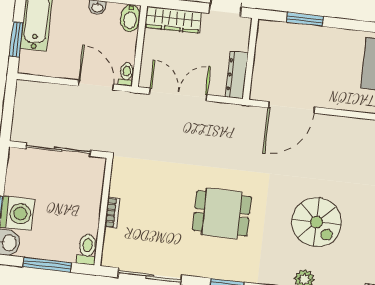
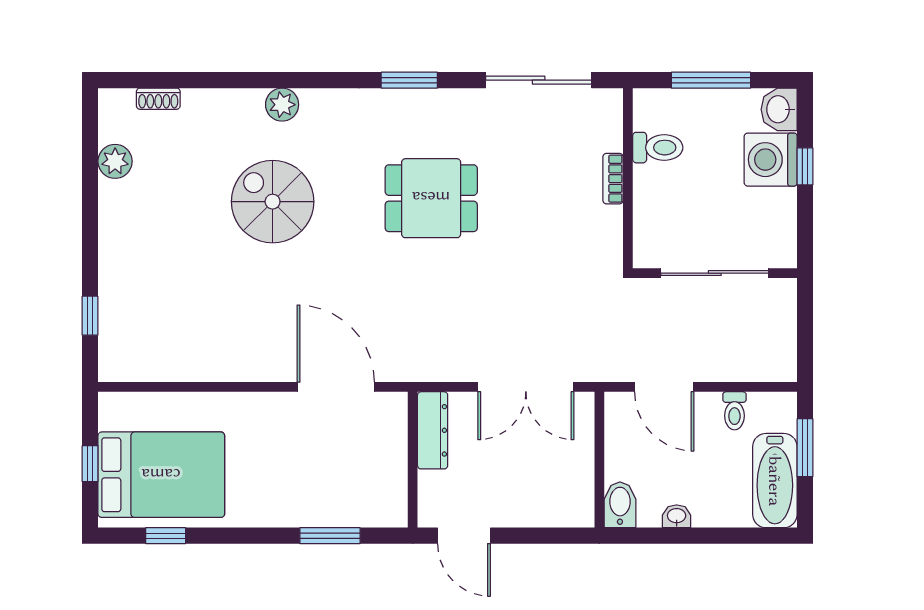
wardrobe: (173, 20) -> (549, 510), removed
toilet: (126, 74) -> (734, 411), moved
door: (291, 107) -> (336, 387), hinge flipped
toilet: (87, 249) -> (658, 148), moved, turned -90

